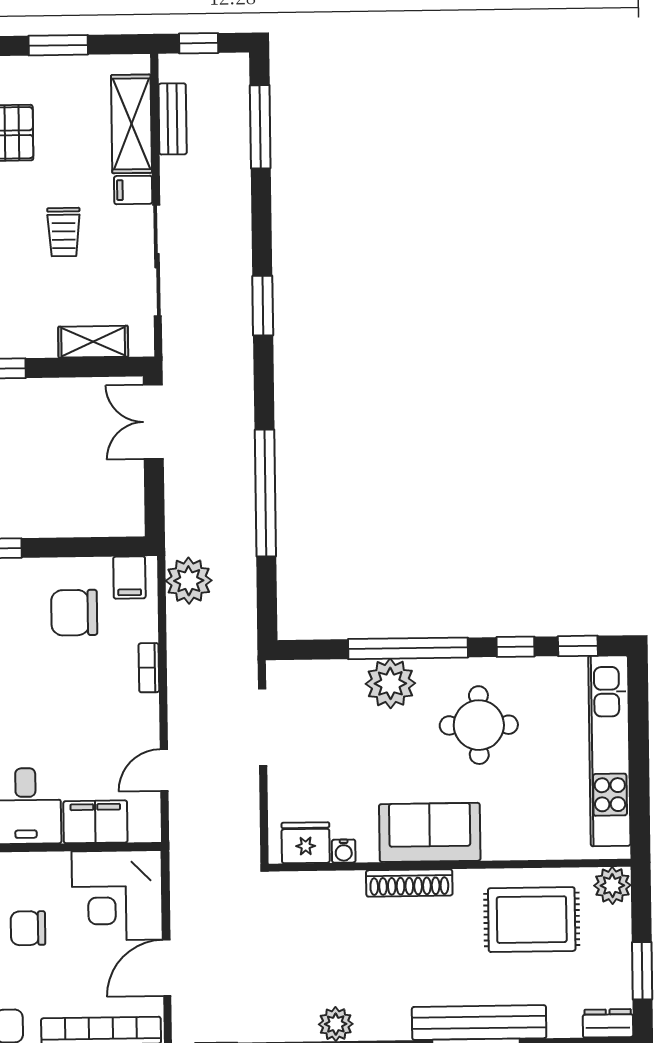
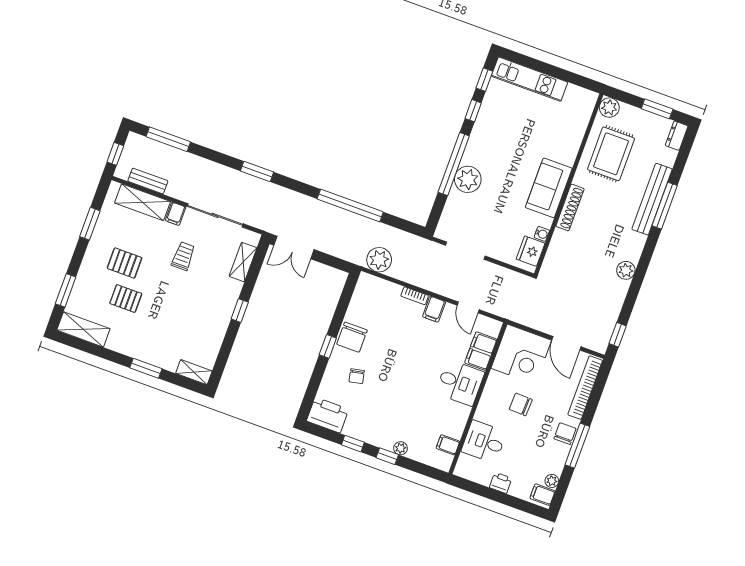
trolley: (64, 232) -> (183, 256), turned -90
filing cabinet: (129, 578) -> (434, 309), moved, turned 90
chair: (74, 613) -> (352, 337), moved
round table: (479, 725) -> (505, 143), removed
kitchen unit: (609, 751) -> (530, 79), width x0.73
chair: (28, 928) -> (521, 404), turned 92

